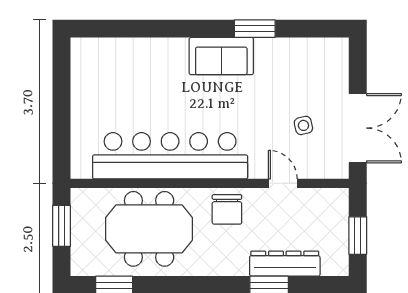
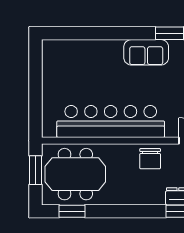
meeting table: (149, 229) -> (75, 174), moved

